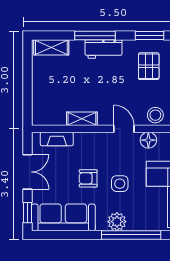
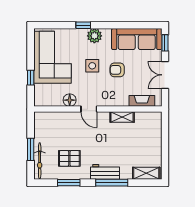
pallet: (149, 66) -> (69, 158), turned 90
stool: (155, 115) -> (64, 120), removed
armchair: (88, 178) -> (117, 70), turned 180
window: (131, 235) -> (83, 25), width x0.32

